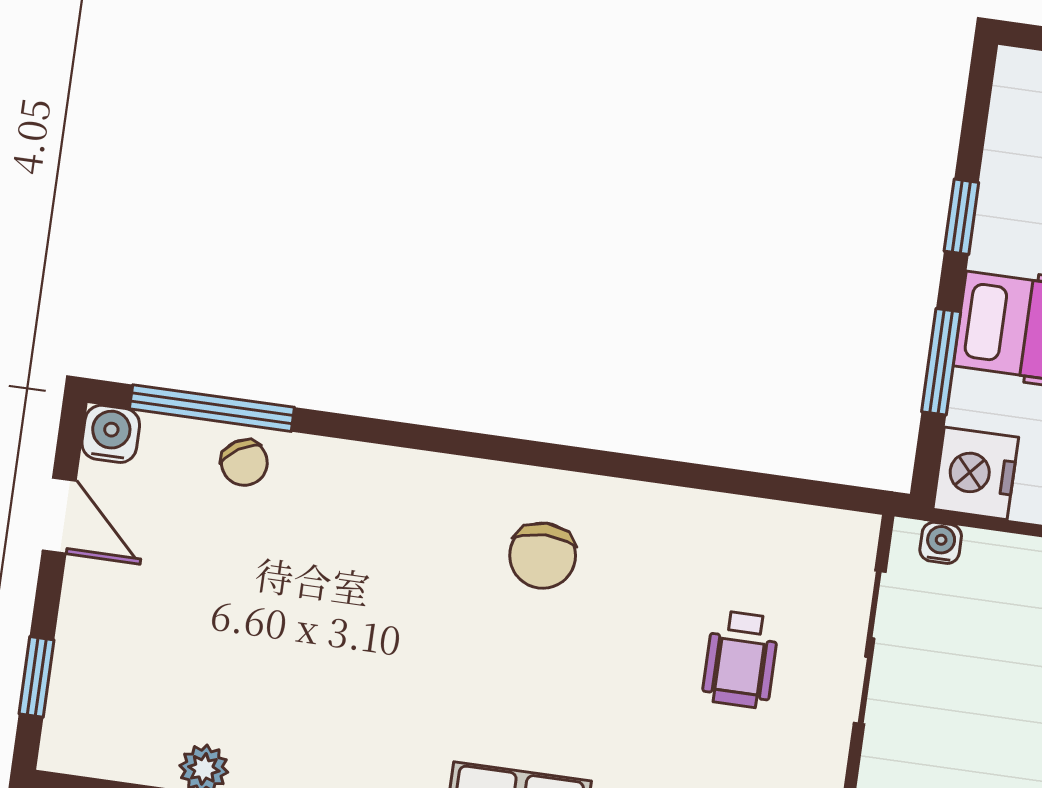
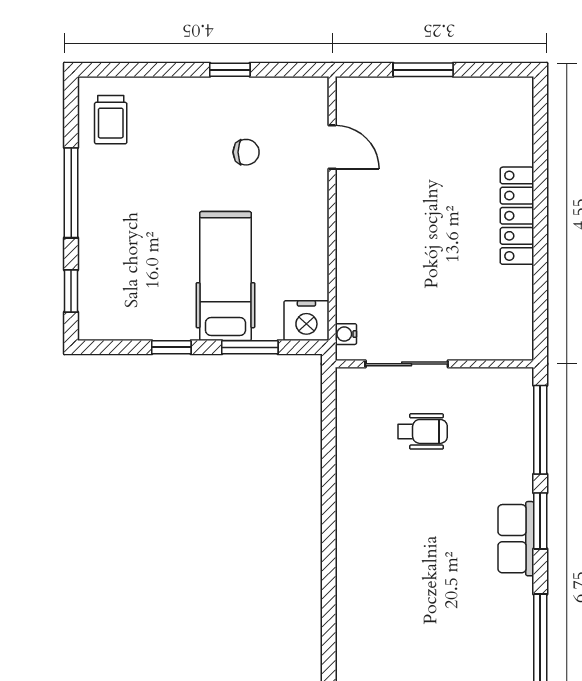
chair: (543, 556) -> (382, 544), removed

